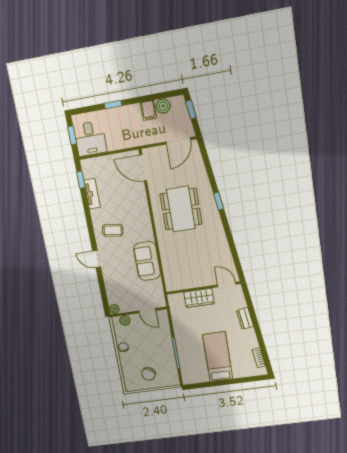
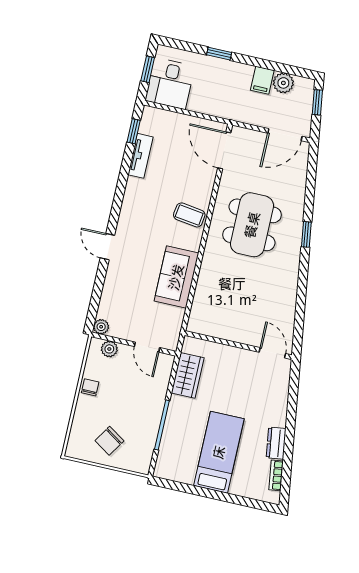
coffee table: (113, 230) -> (189, 215), moved
wardrobe: (199, 298) -> (188, 375), moved, turned -90
dresser: (245, 318) -> (276, 443), moved

